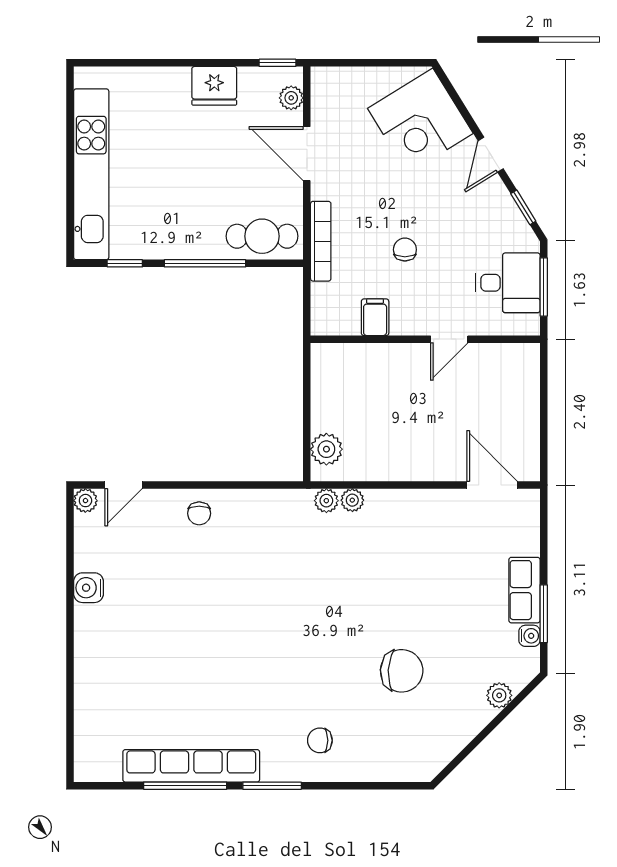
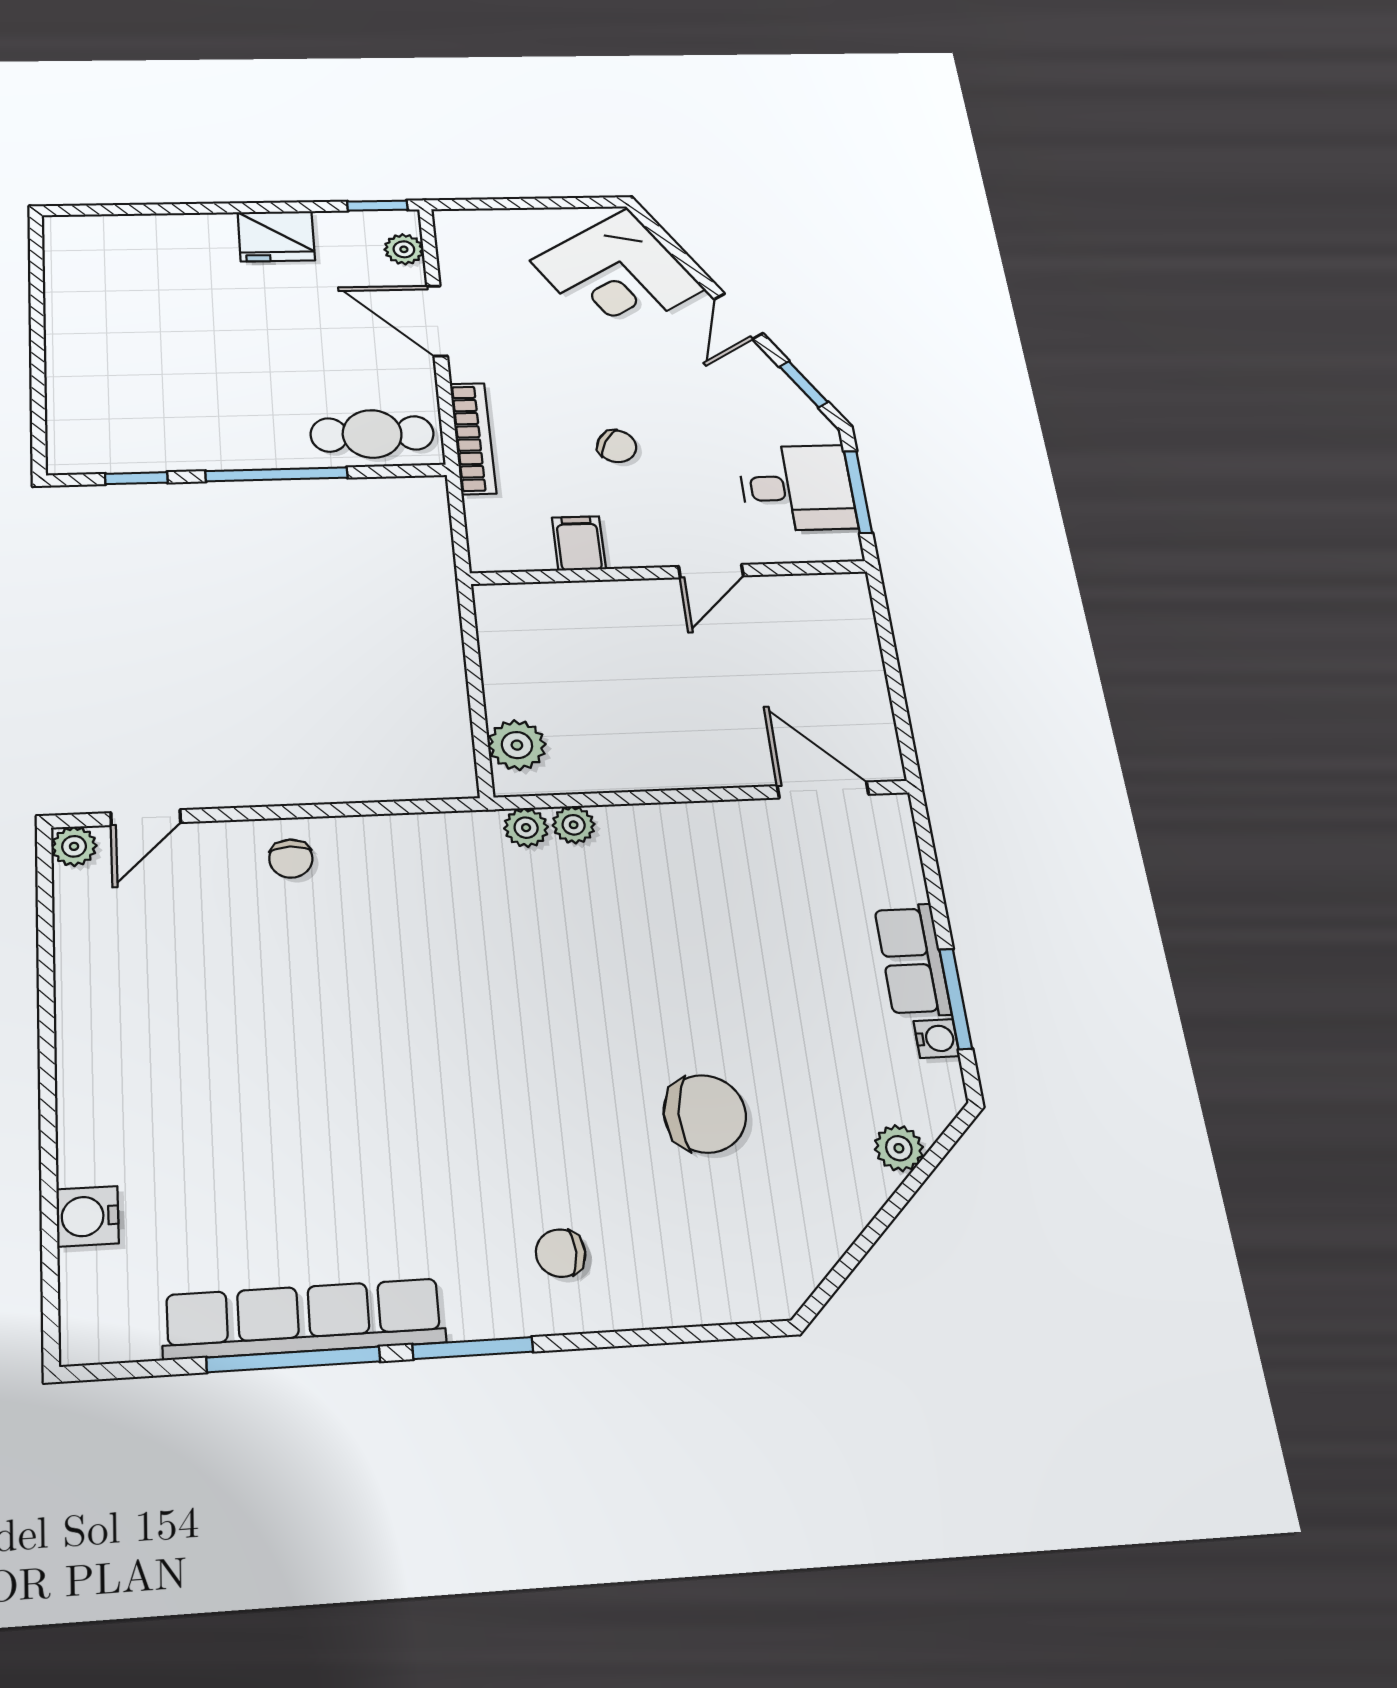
kitchen unit: (91, 174) -> (74, 356), removed
chair: (405, 250) -> (617, 446), turned 119
water cooler: (88, 588) -> (87, 1216), moved

